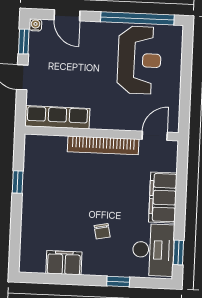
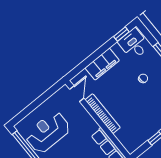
door: (155, 136) -> (77, 94), swing flipped
desk: (153, 250) -> (134, 44), width x0.73

